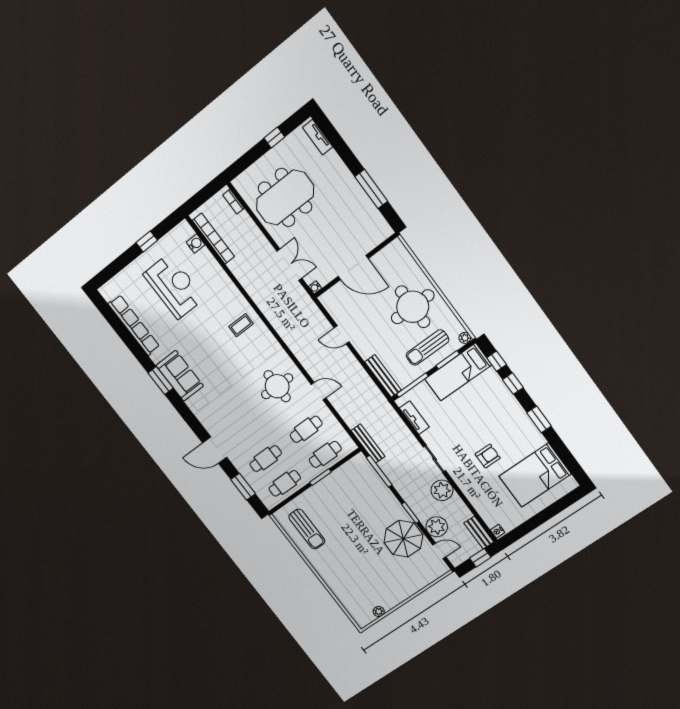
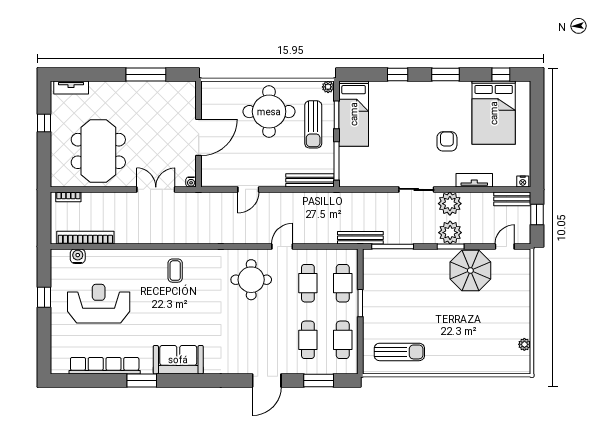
window: (497, 361) -> (501, 75), moved
window: (161, 381) -> (142, 380), moved
tv unit: (414, 418) -> (474, 180), moved
plant: (437, 527) -> (450, 233), moved

